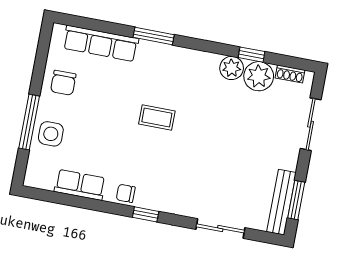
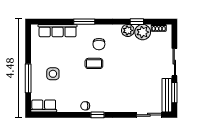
chair: (63, 83) -> (99, 44), moved
sliding door: (311, 124) -> (174, 62), moved
side table: (51, 134) -> (53, 74), moved
row of seats: (80, 185) -> (44, 106), moved
sliding door: (220, 228) -> (149, 115), moved

